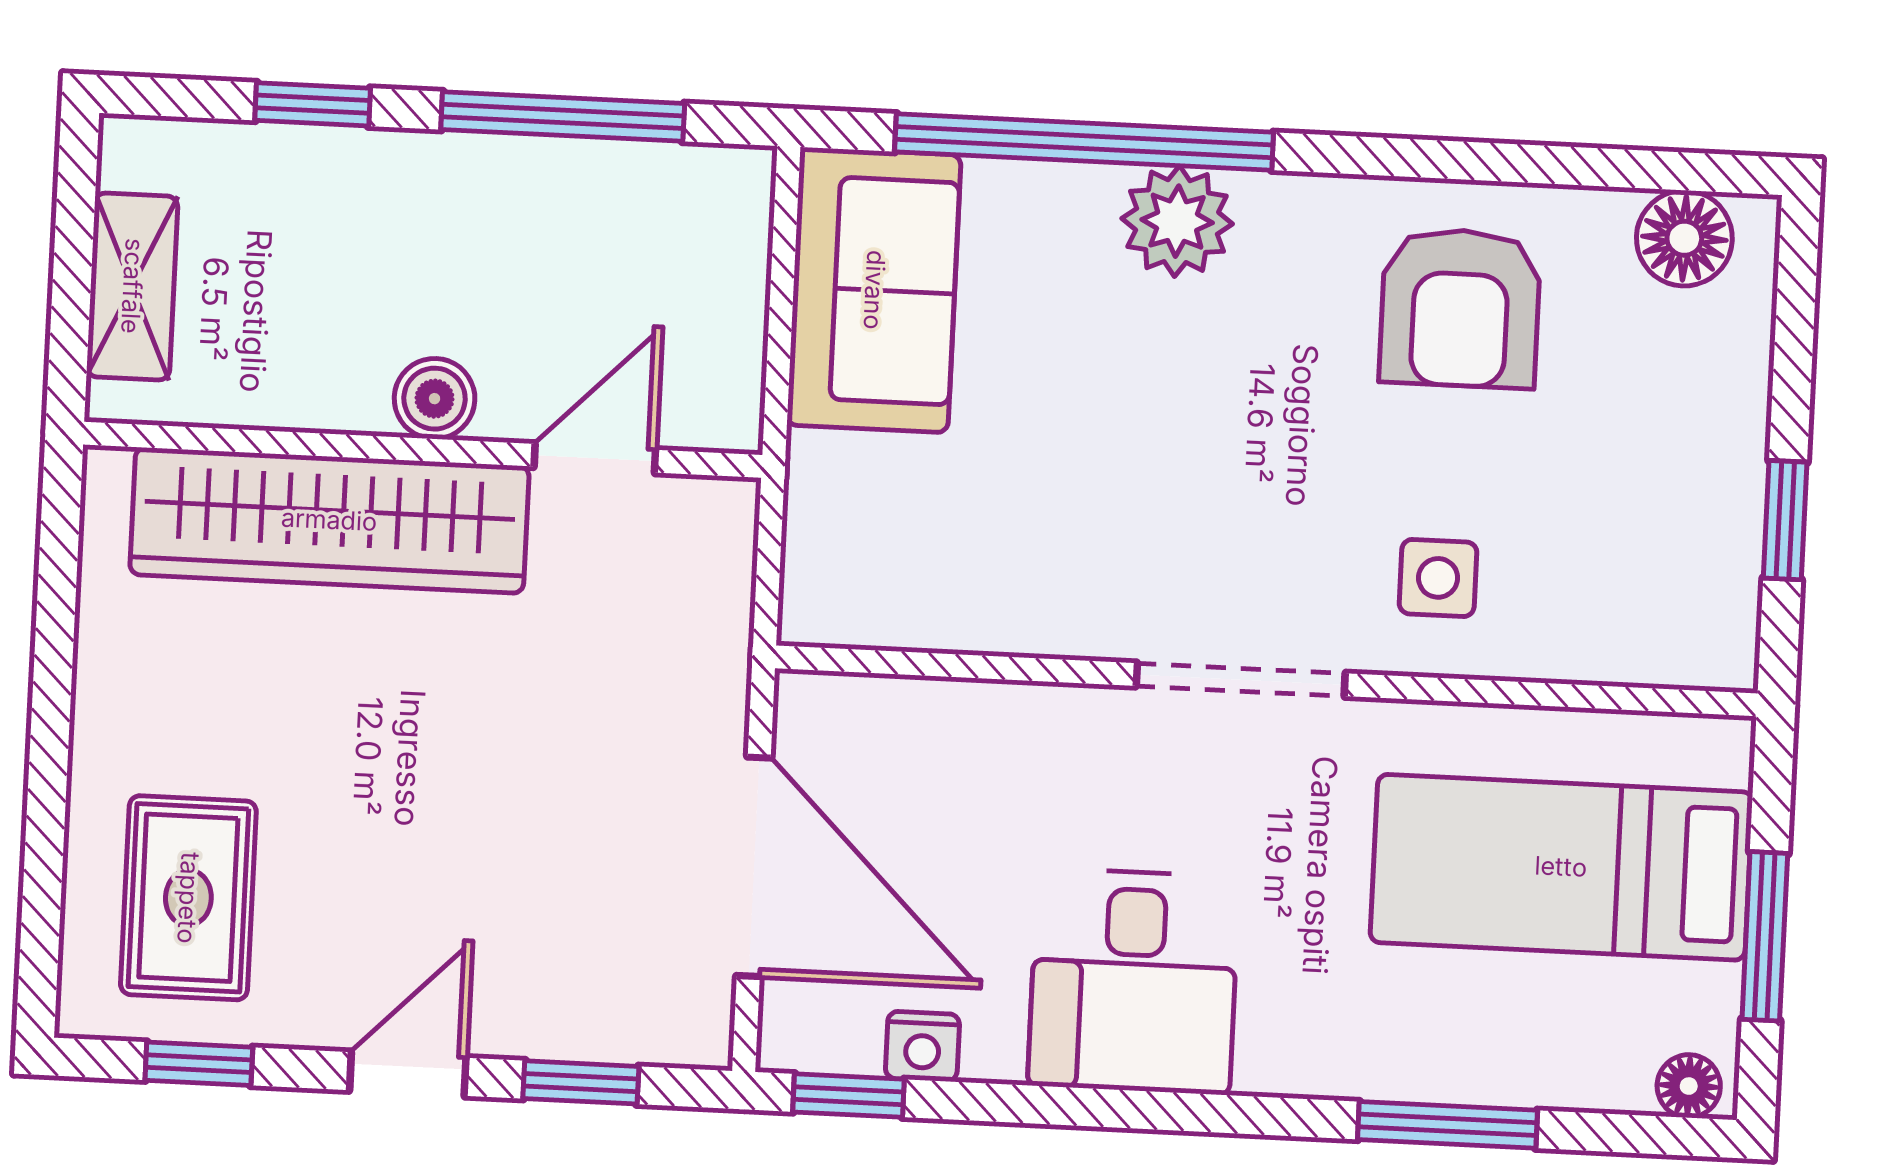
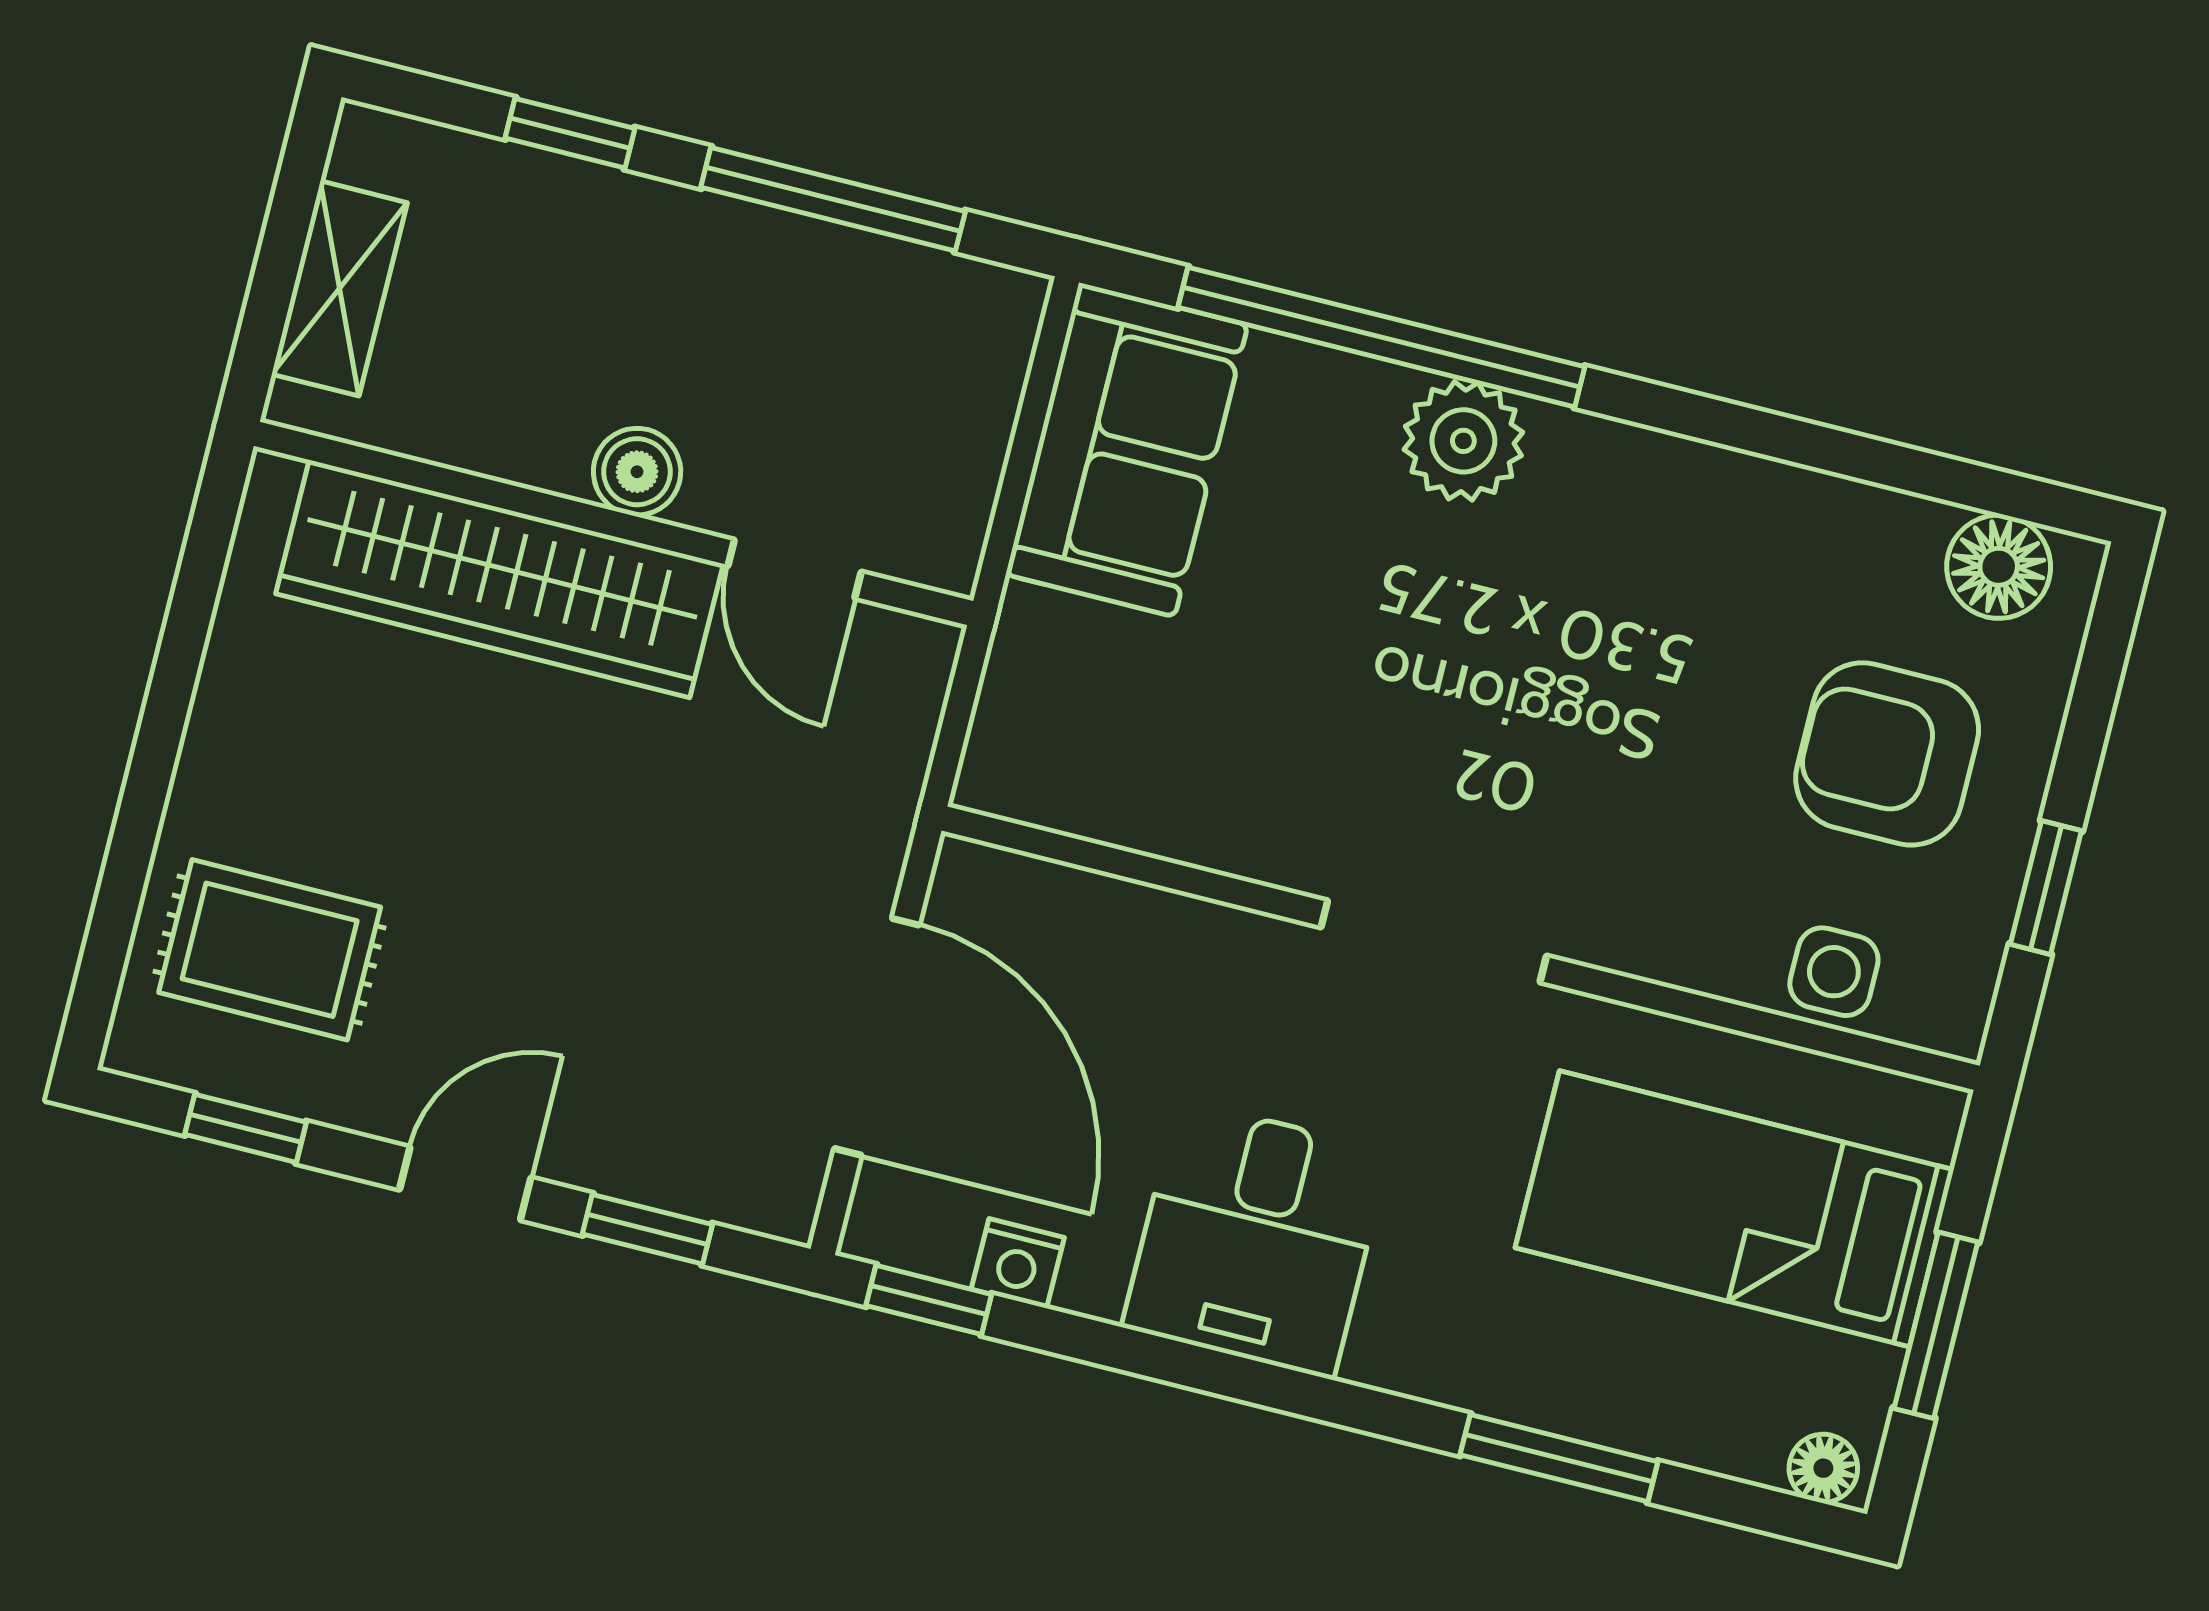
armchair: (1460, 308) -> (1887, 754), moved, turned 90
door: (595, 458) -> (795, 569), swing flipped
side table: (1438, 578) -> (1834, 972), moved
rug: (188, 898) -> (270, 950), turned 90

